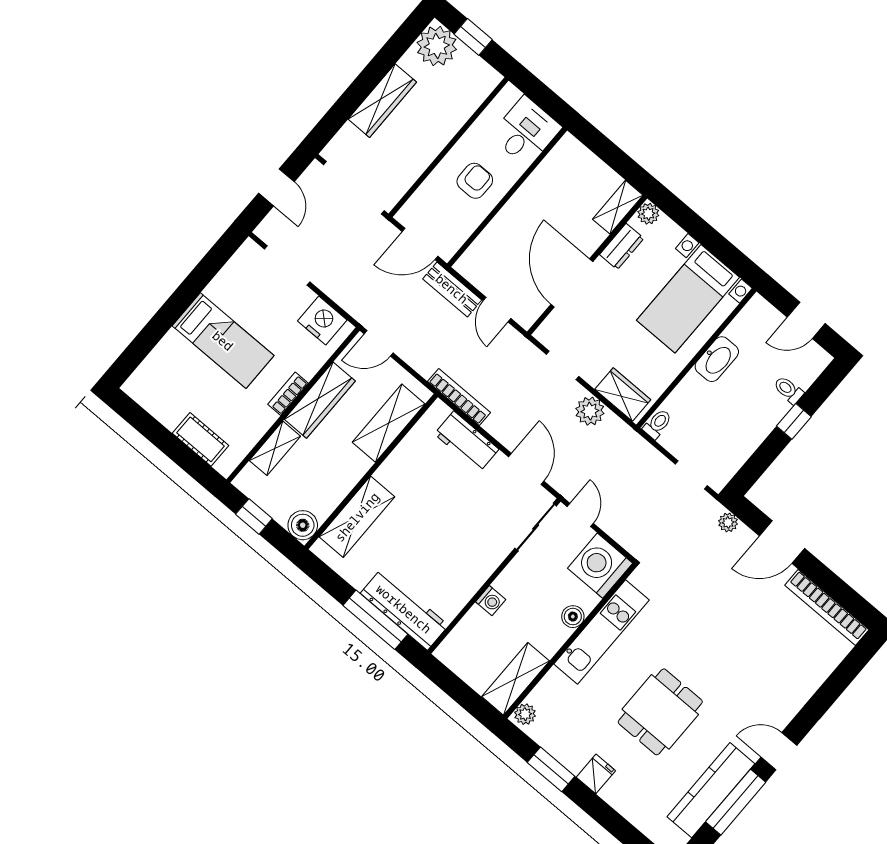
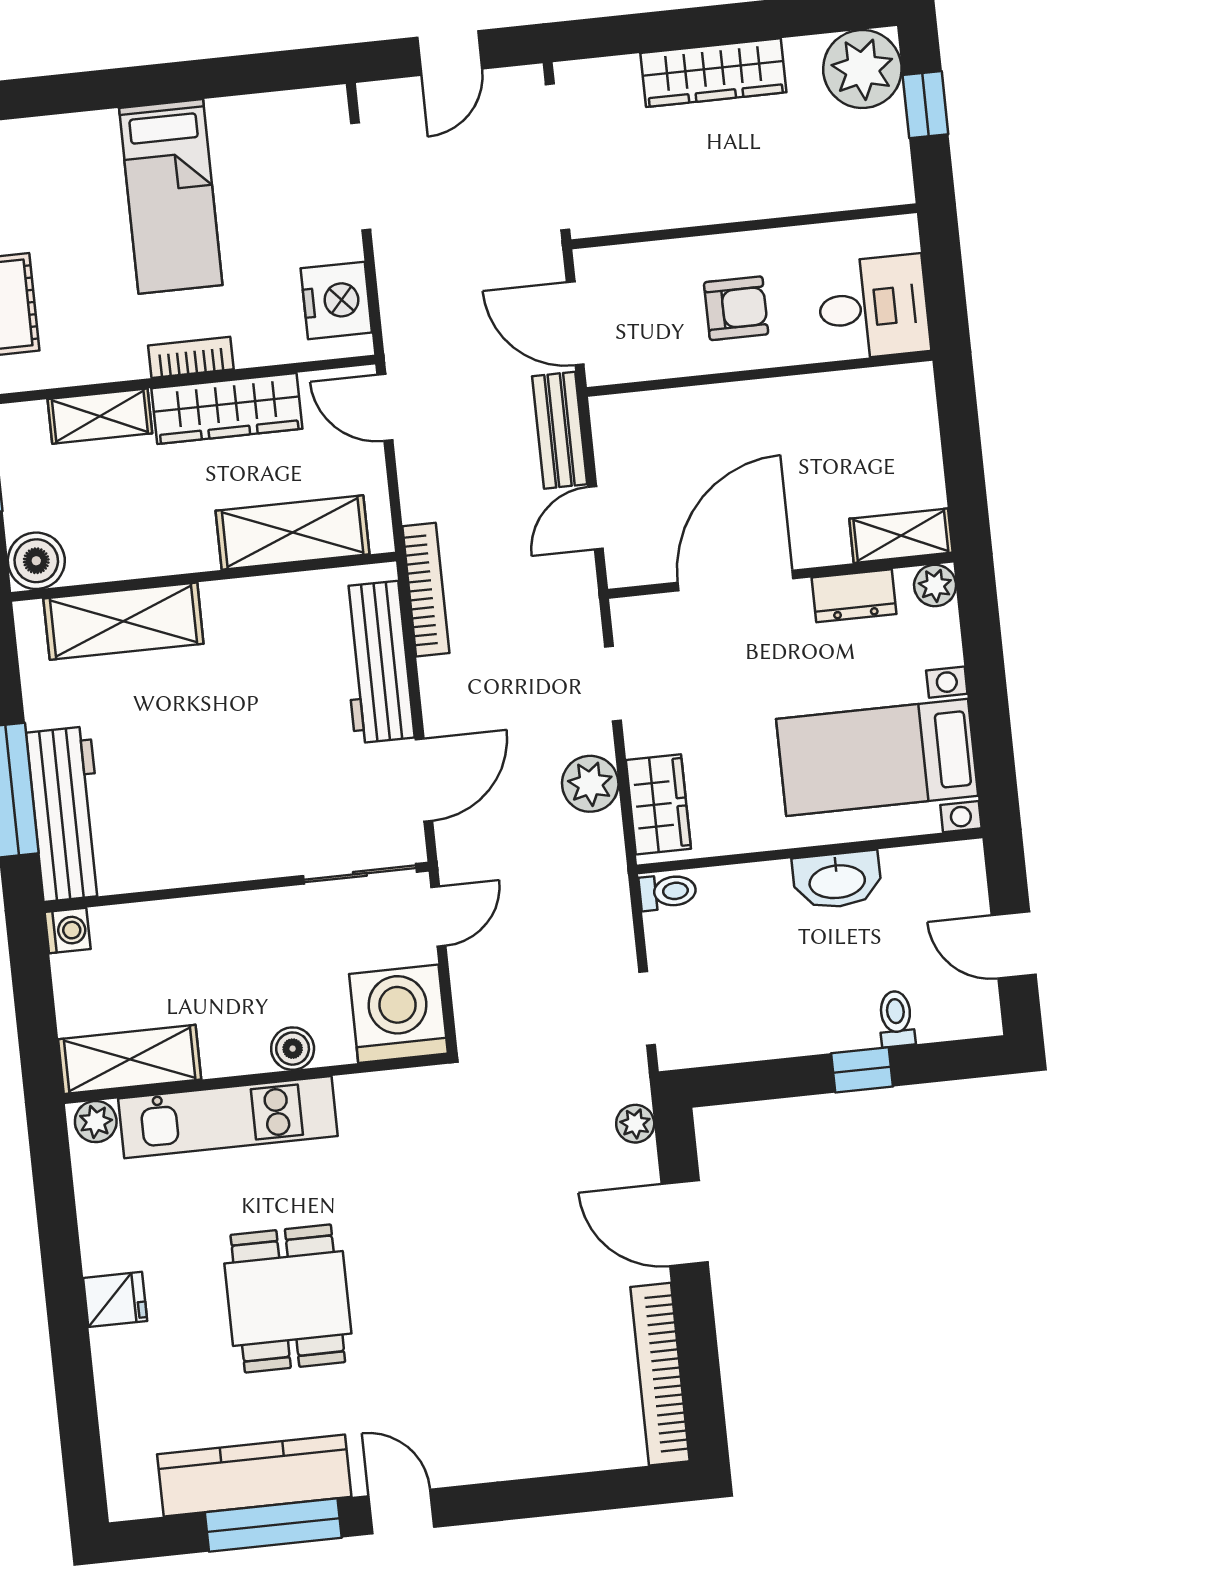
workbench: (466, 442) -> (377, 662), width x1.38
washing machine: (491, 601) -> (68, 931), moved, turned -90
kitchen unit: (602, 632) -> (228, 1117), moved
dining table: (660, 712) -> (288, 1298), turned 90
window: (551, 769) -> (59, 1233), removed

